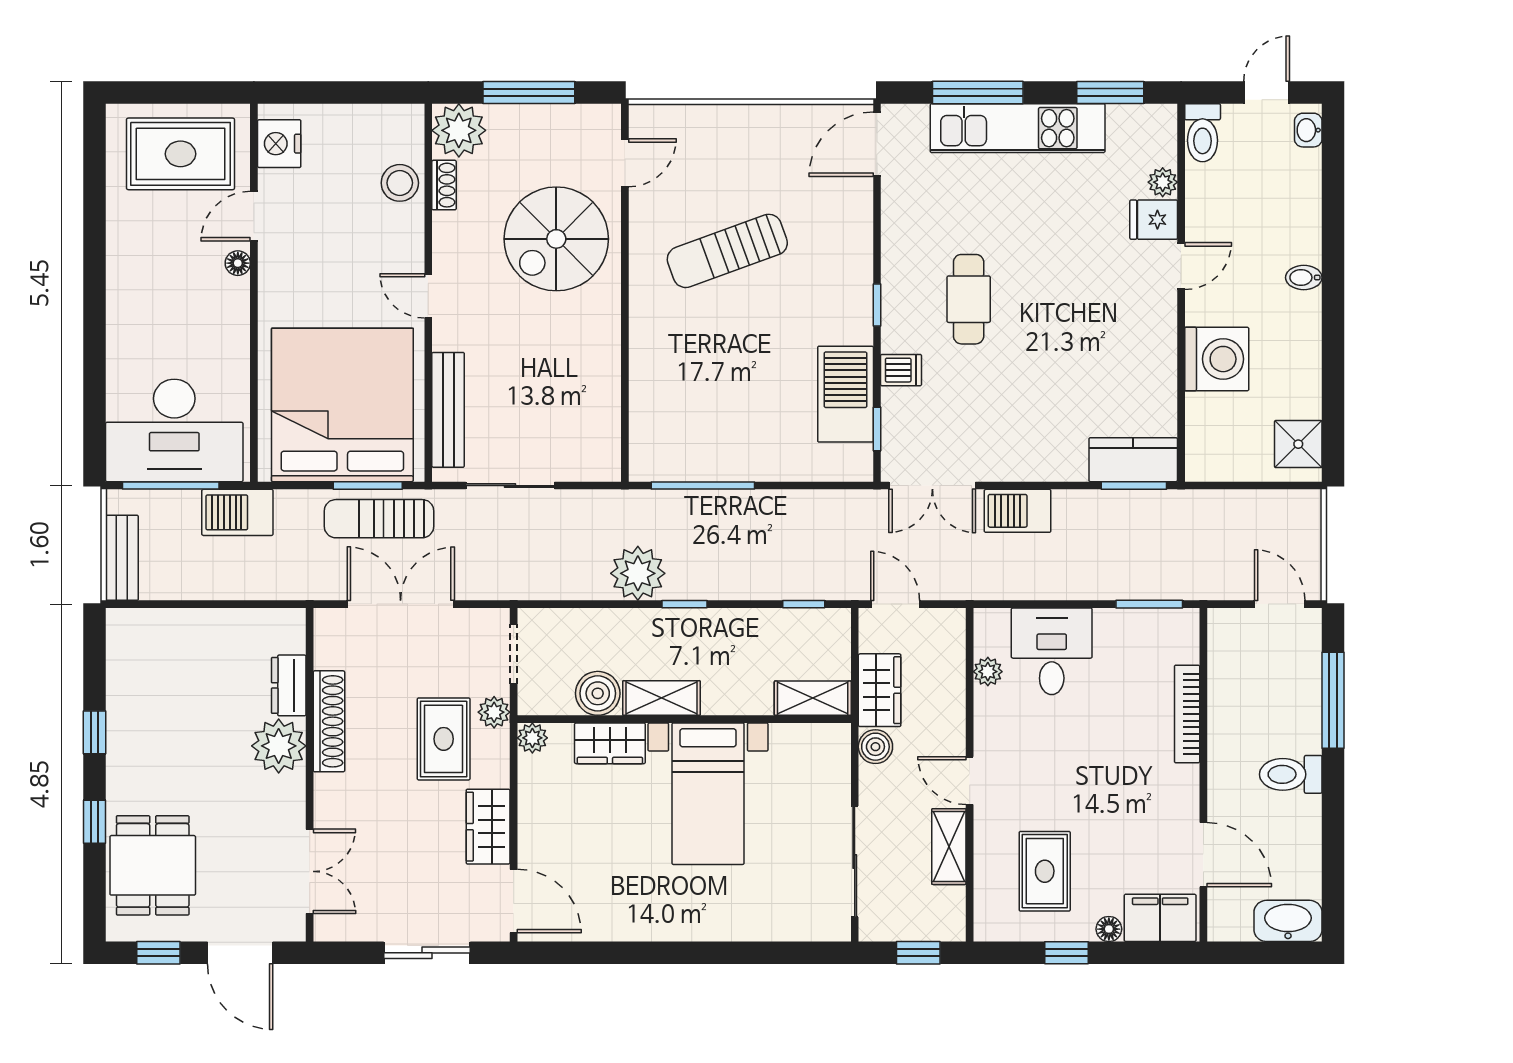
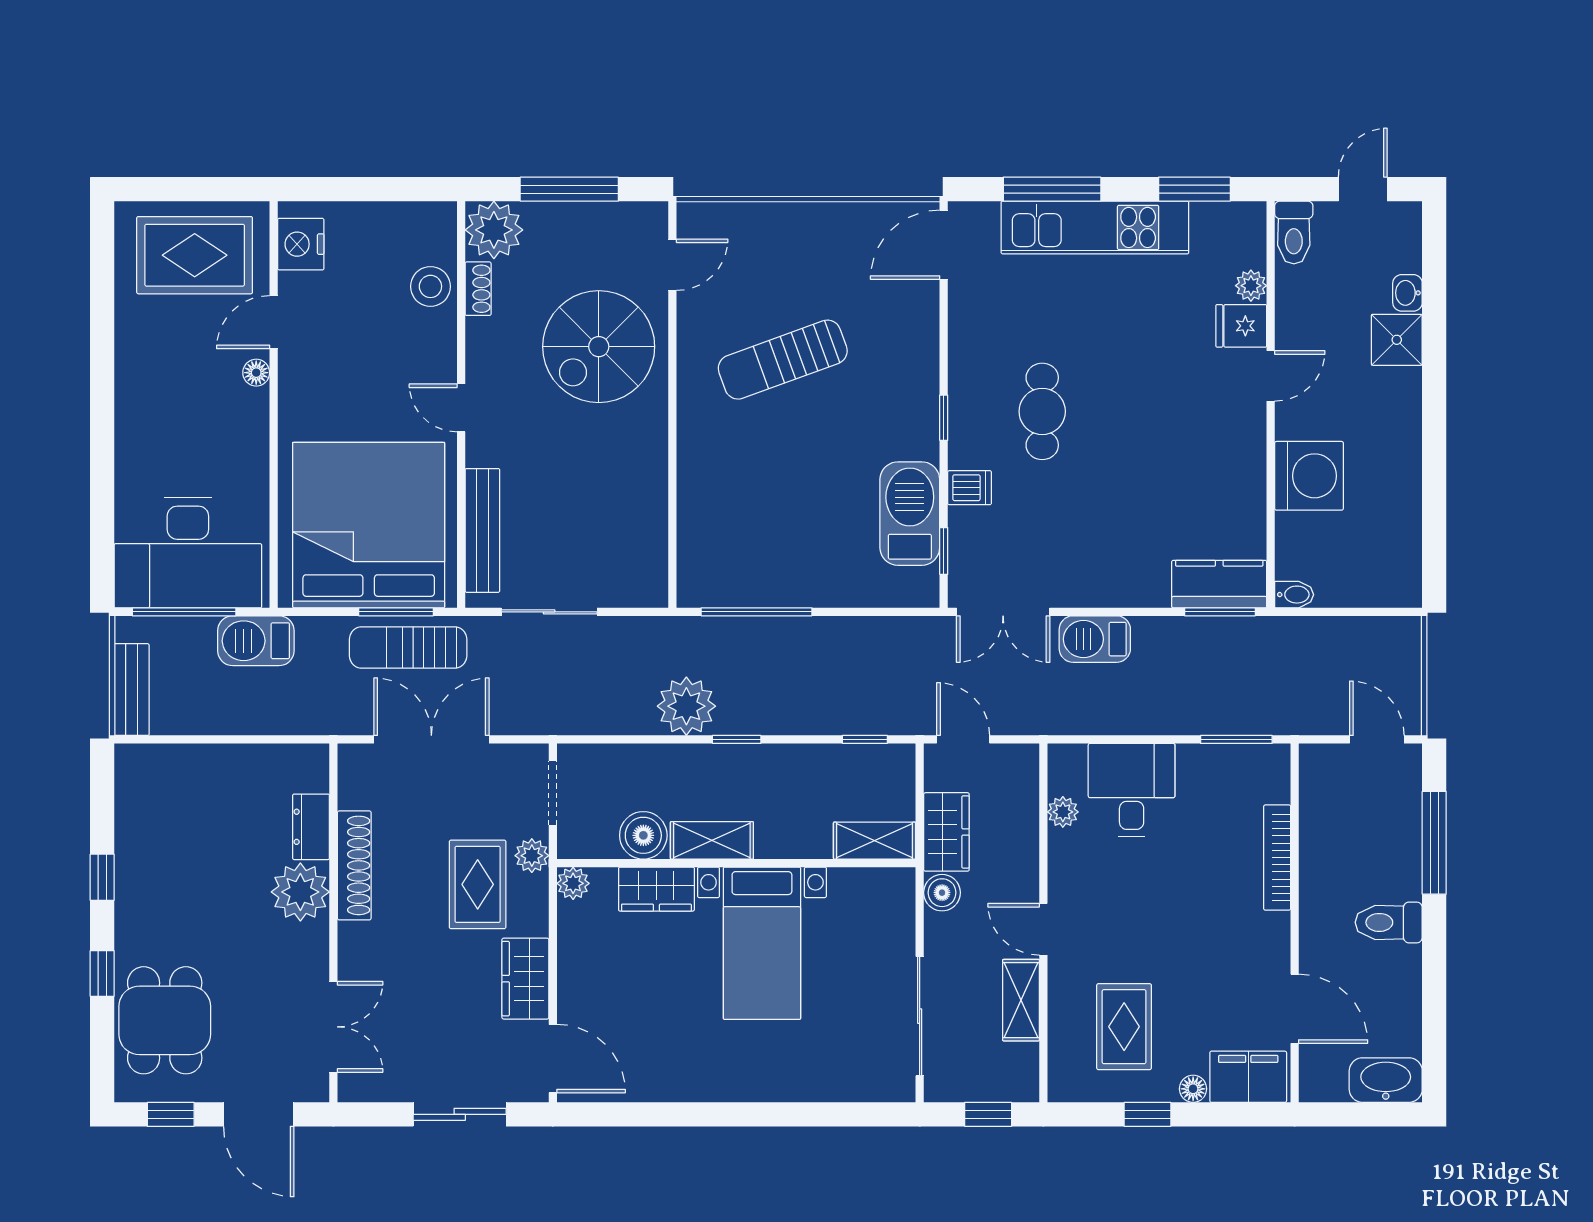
washbasin: (1308, 130) -> (1407, 293), moved
bidet: (1304, 278) -> (1294, 595), moved, turned 180
shower: (1298, 444) -> (1397, 340), moved

